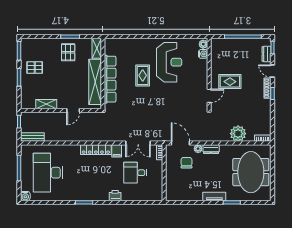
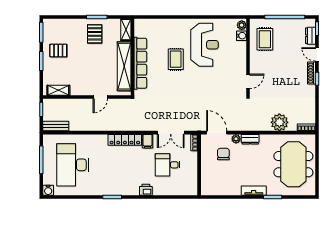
rug: (230, 82) -> (265, 39), moved, turned 90
shelving: (46, 104) -> (58, 90), moved

